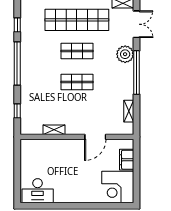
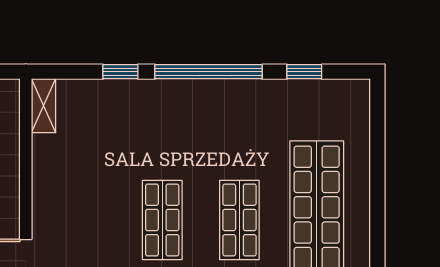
window: (17, 111) -> (120, 72), moved
shelving: (54, 130) -> (44, 106), moved

